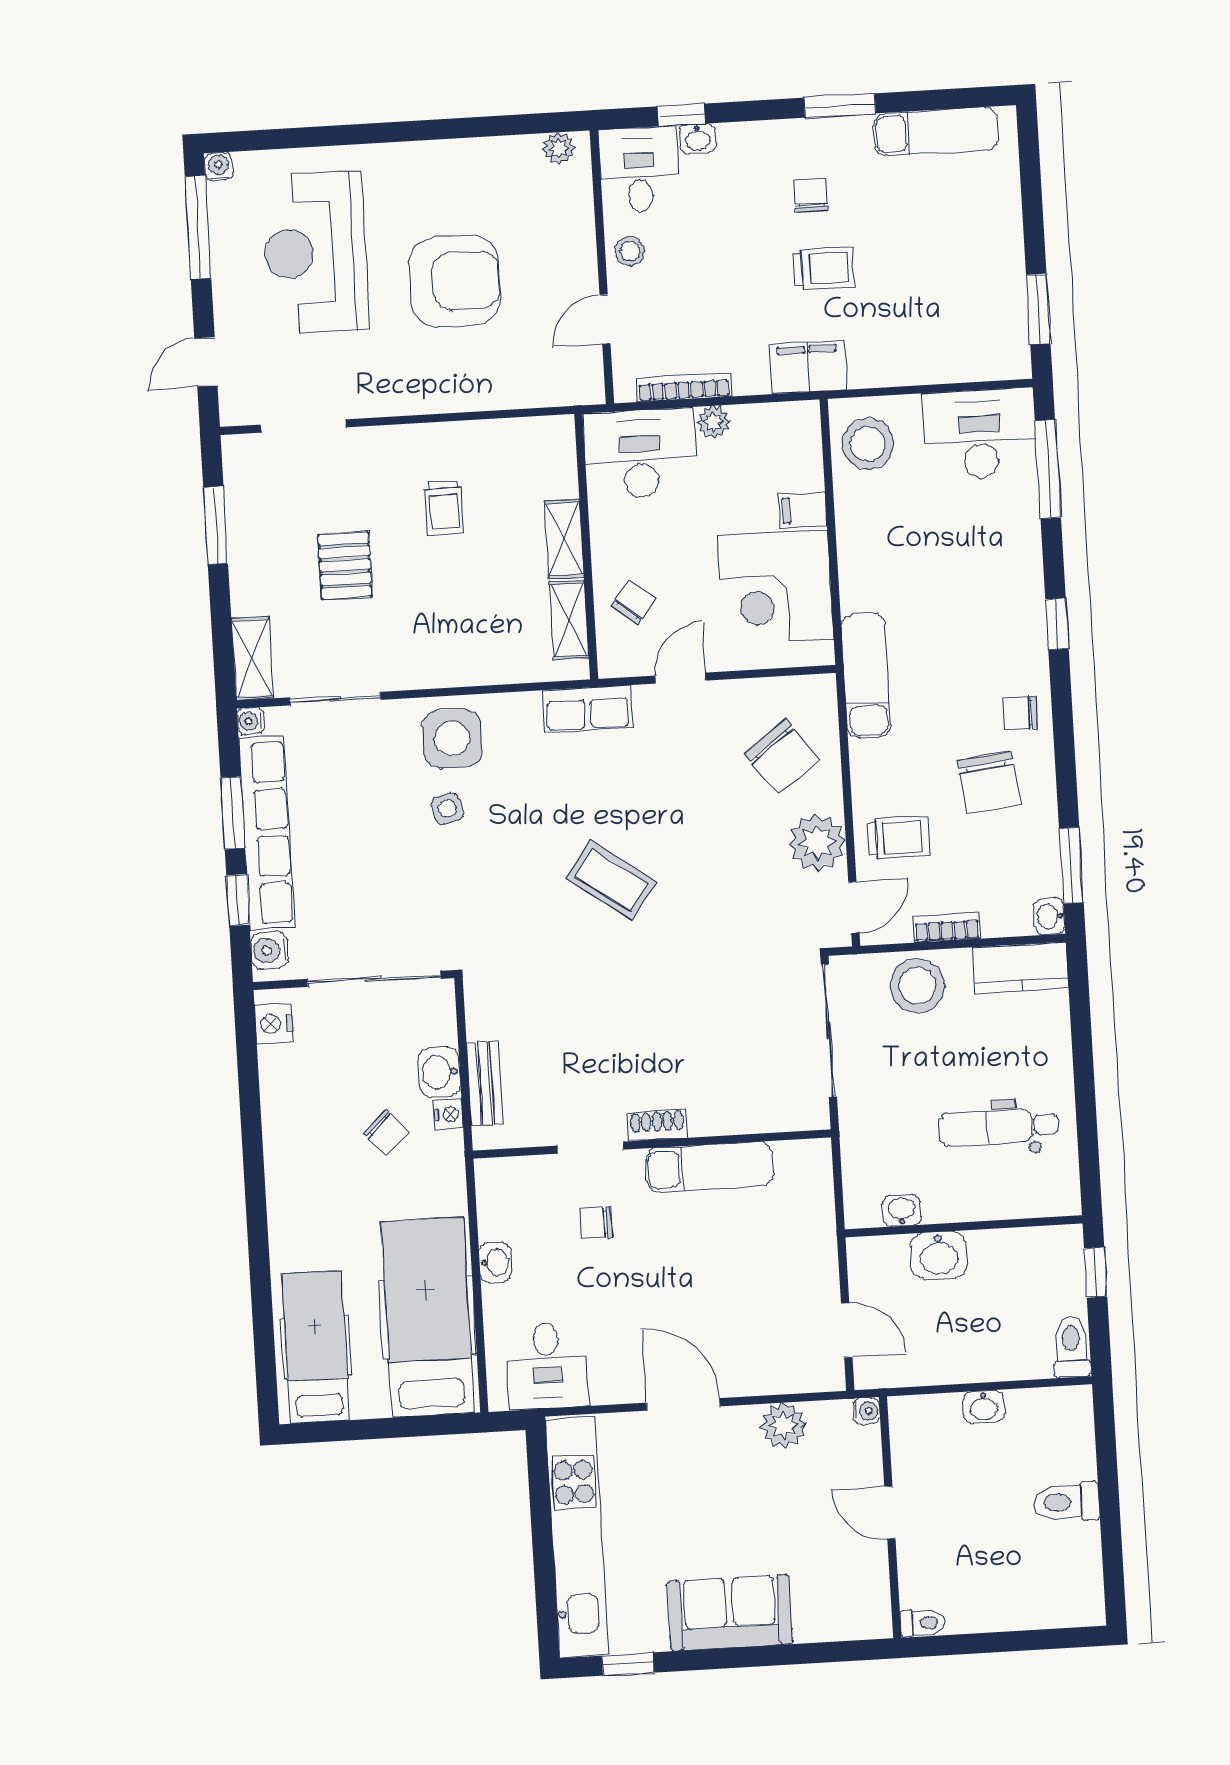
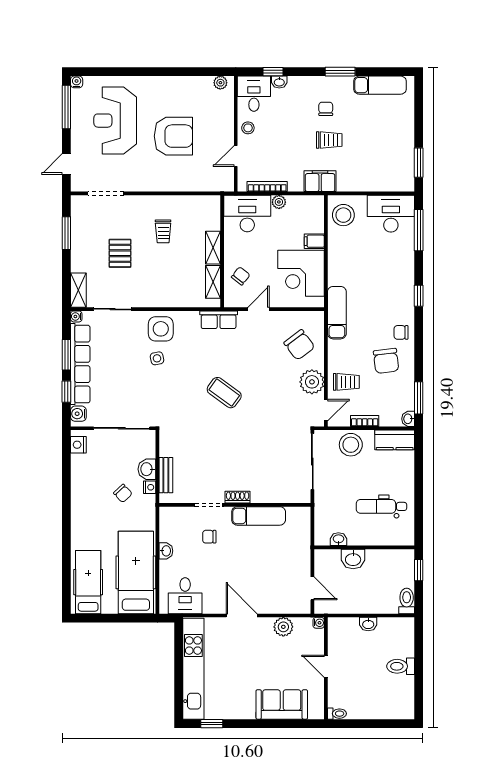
sofa: (730, 1613) -> (282, 704), moved

